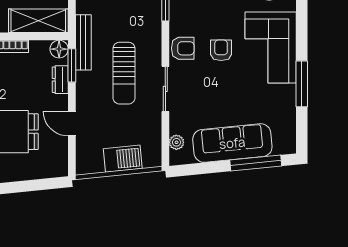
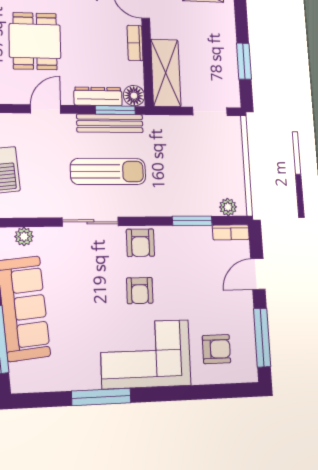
bench: (83, 42) -> (110, 123), moved
armchair: (221, 50) -> (140, 291), turned 90
sun lounger: (124, 73) -> (108, 172), turned 180
dresser: (60, 80) -> (98, 96), width x1.44

